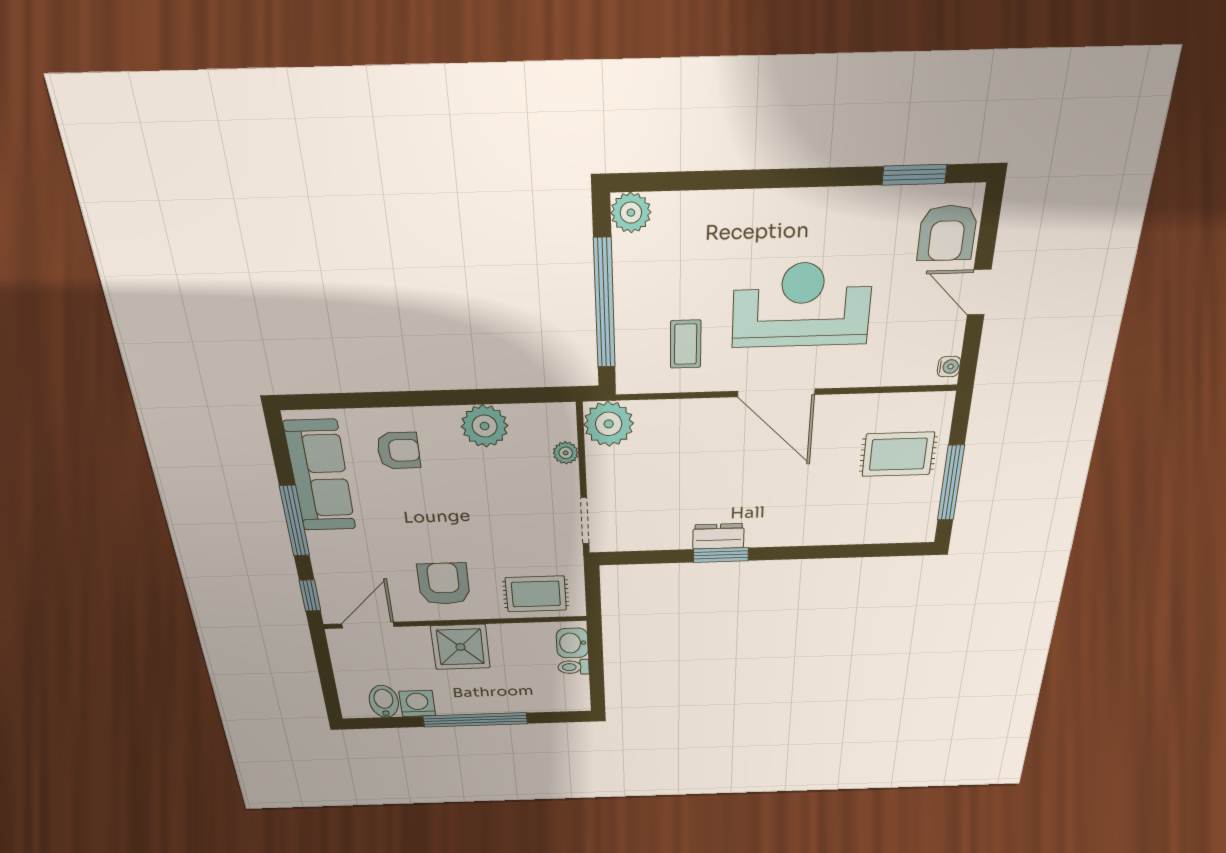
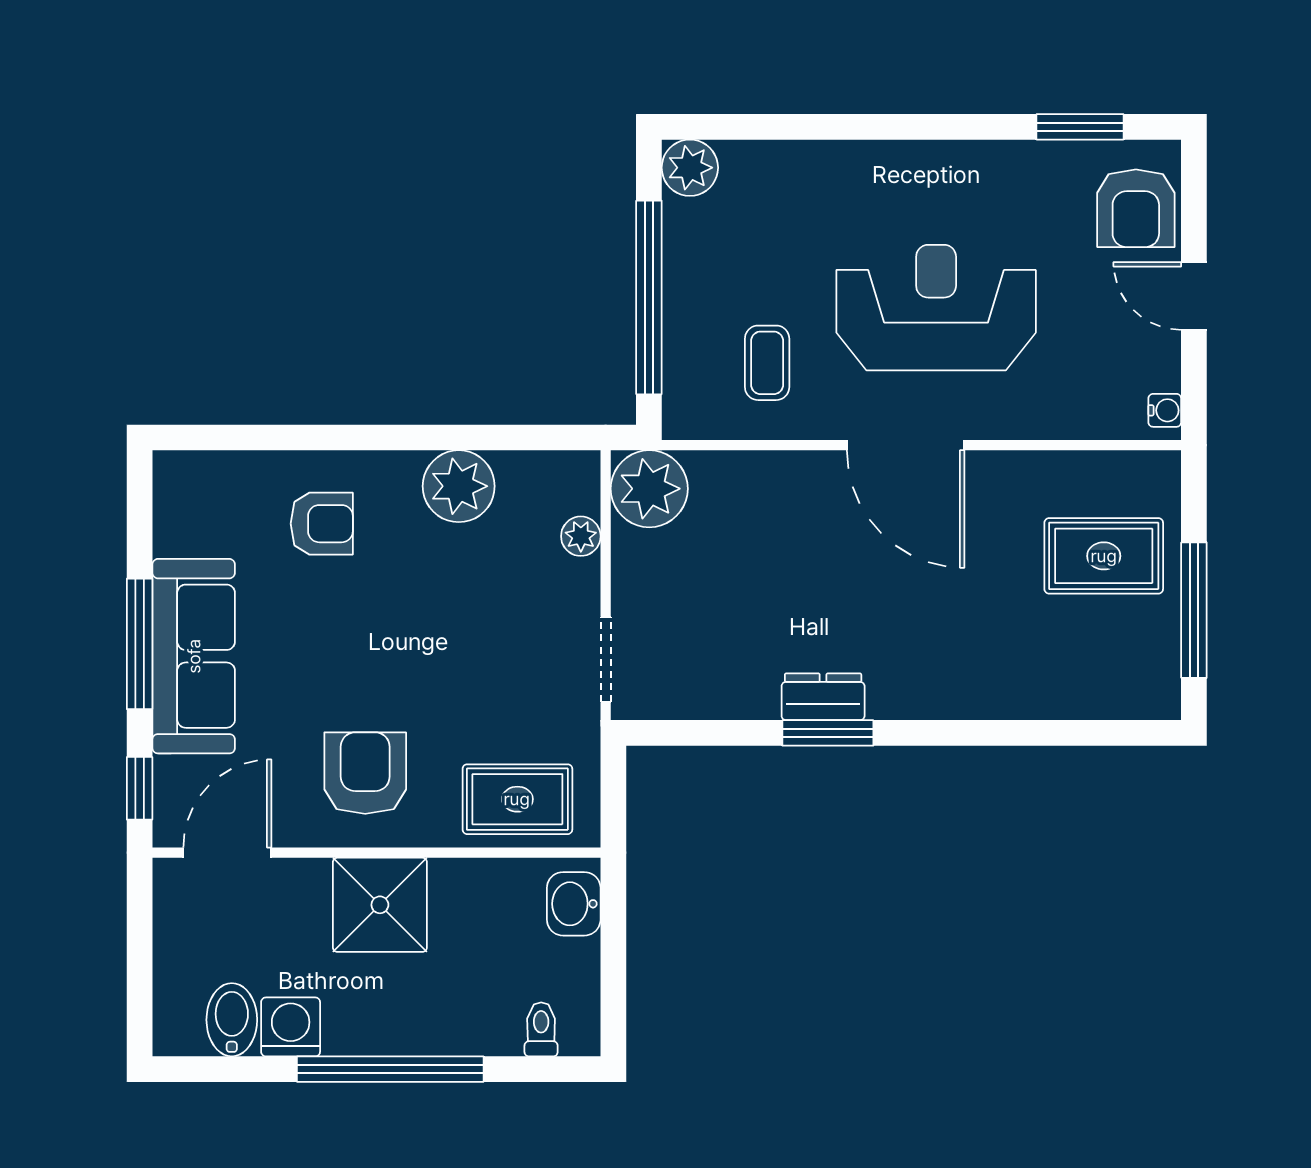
sofa: (320, 476) -> (194, 656), moved
toilet: (574, 667) -> (541, 1029), moved, turned 90

